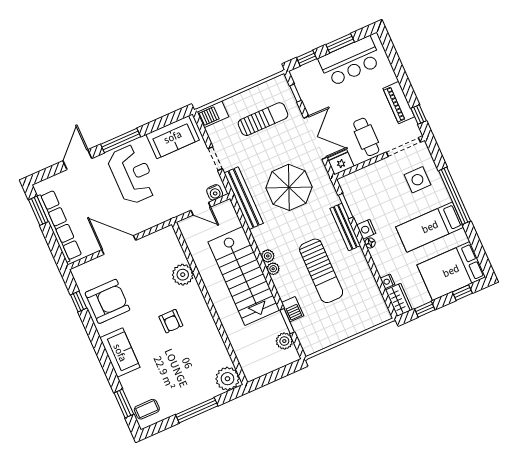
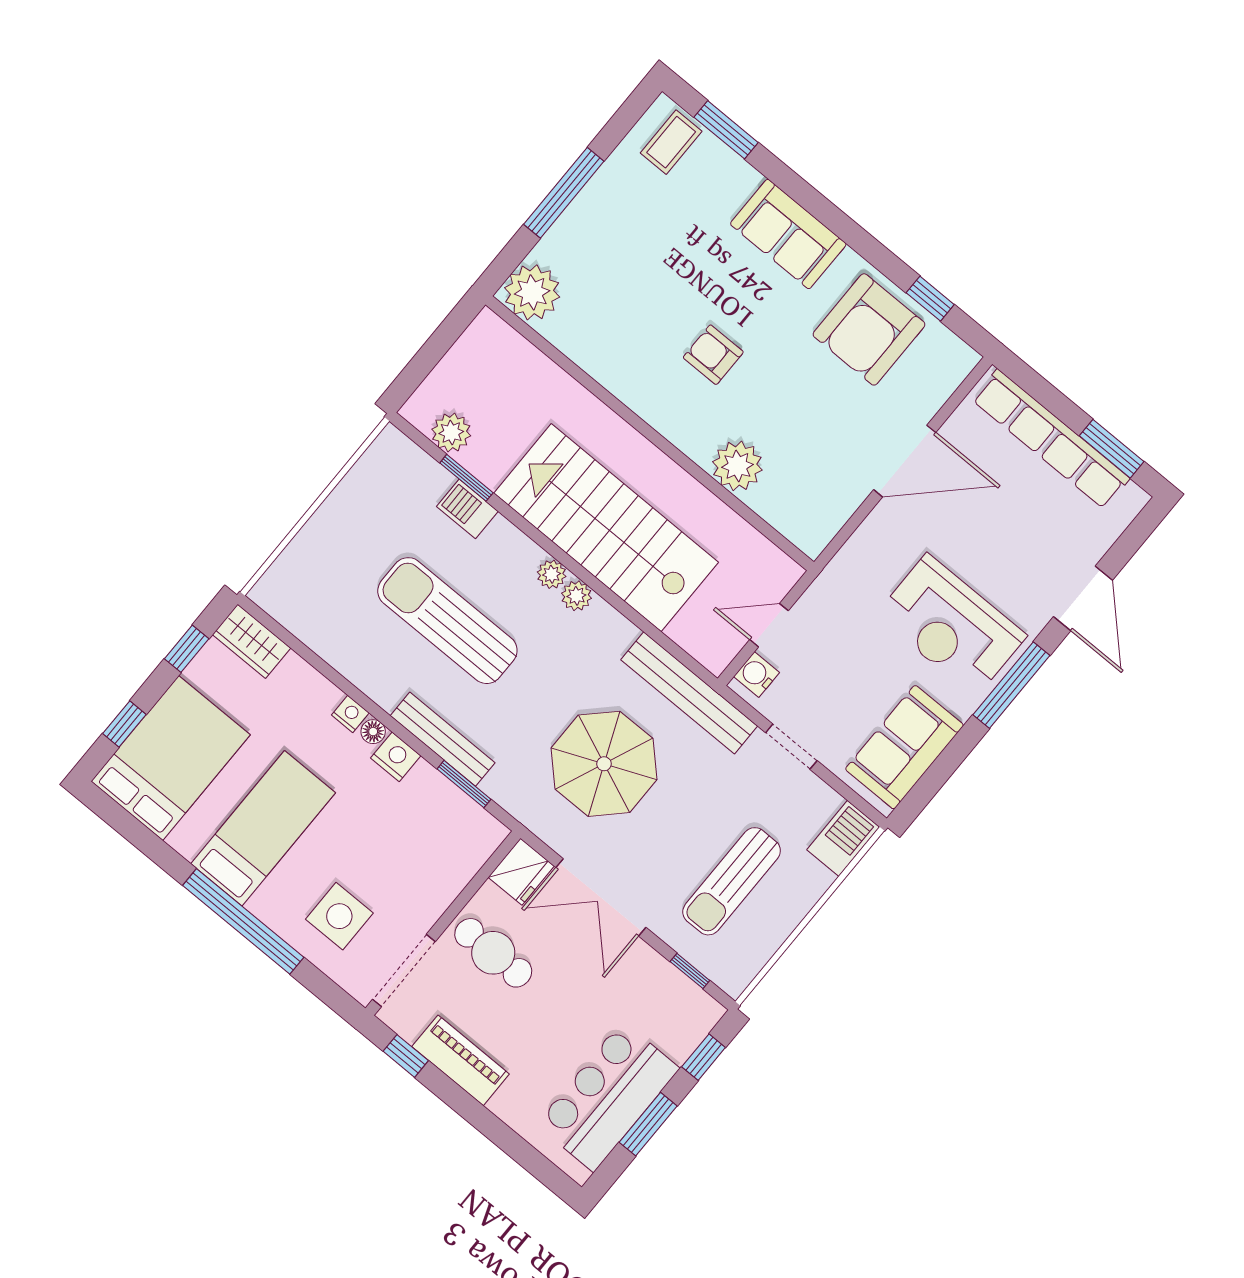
nightstand: (387, 281) -> (350, 714), moved

